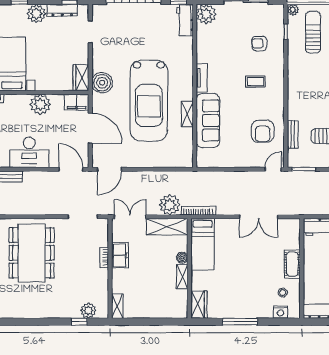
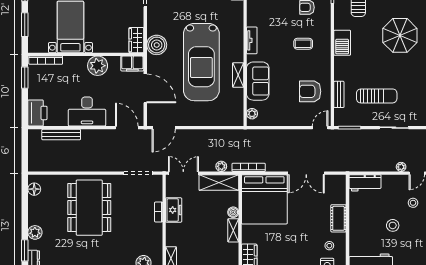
barbecue: (296, 80) -> (342, 43), added
sofa: (208, 120) -> (258, 81), width x0.73
armchair: (263, 131) -> (310, 91), turned 90
plant: (202, 155) -> (252, 114), added
plant: (170, 205) -> (221, 166), width x0.53, depth x0.53
bed: (203, 244) -> (264, 199), width x2.04

